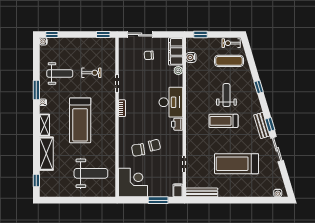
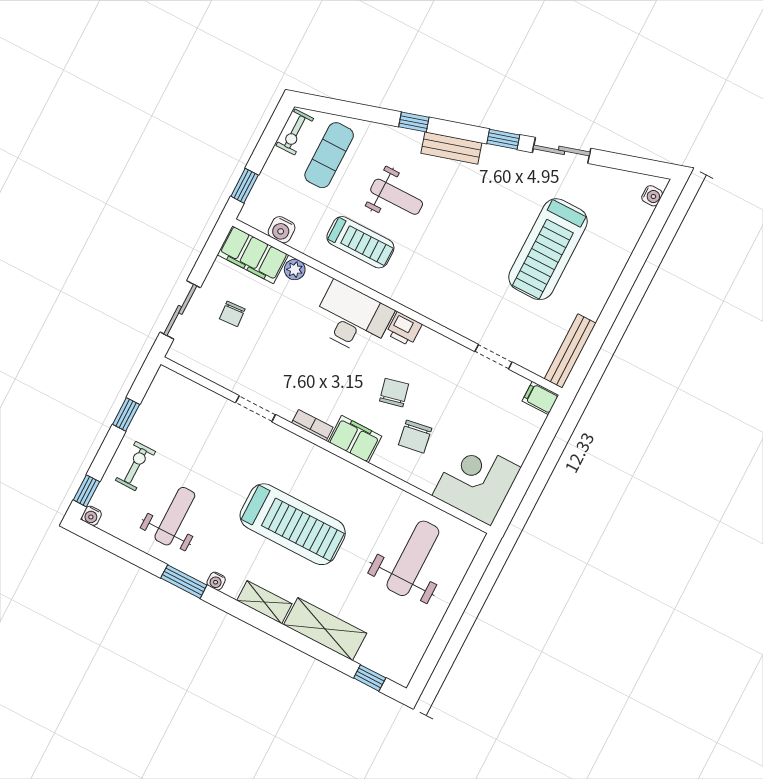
window: (103, 35) -> (126, 414), moved
exercise bike: (91, 73) -> (135, 466), moved
weight bench: (226, 95) -> (397, 197), turned 180
treadmill: (223, 121) -> (360, 242), moved, turned -90
bench: (262, 125) -> (451, 148), moved
filing cabinet: (125, 127) -> (355, 439), added
chair: (155, 145) -> (394, 393), moved
window: (158, 200) -> (539, 449), removed

